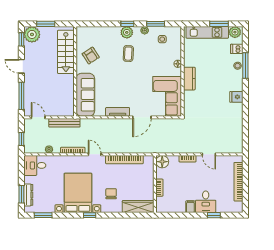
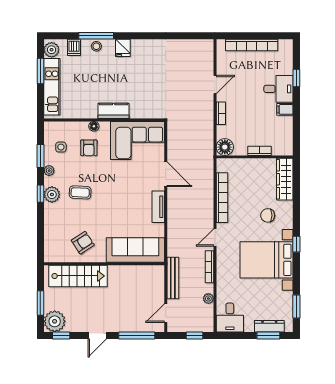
armchair: (162, 60) -> (89, 148), added
fridge: (236, 97) -> (123, 48), moved

